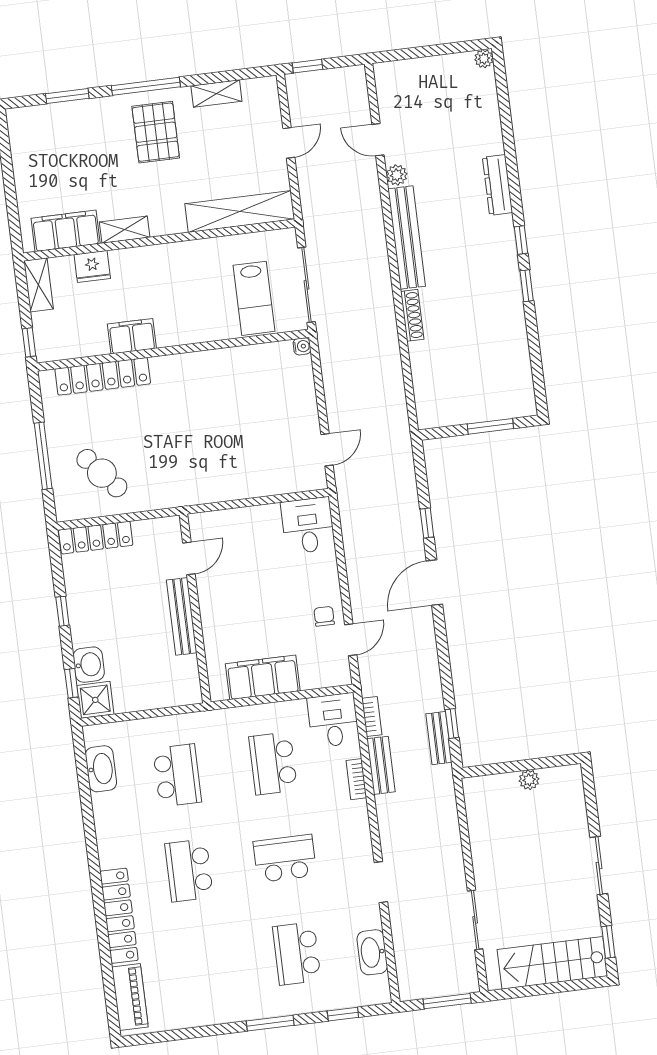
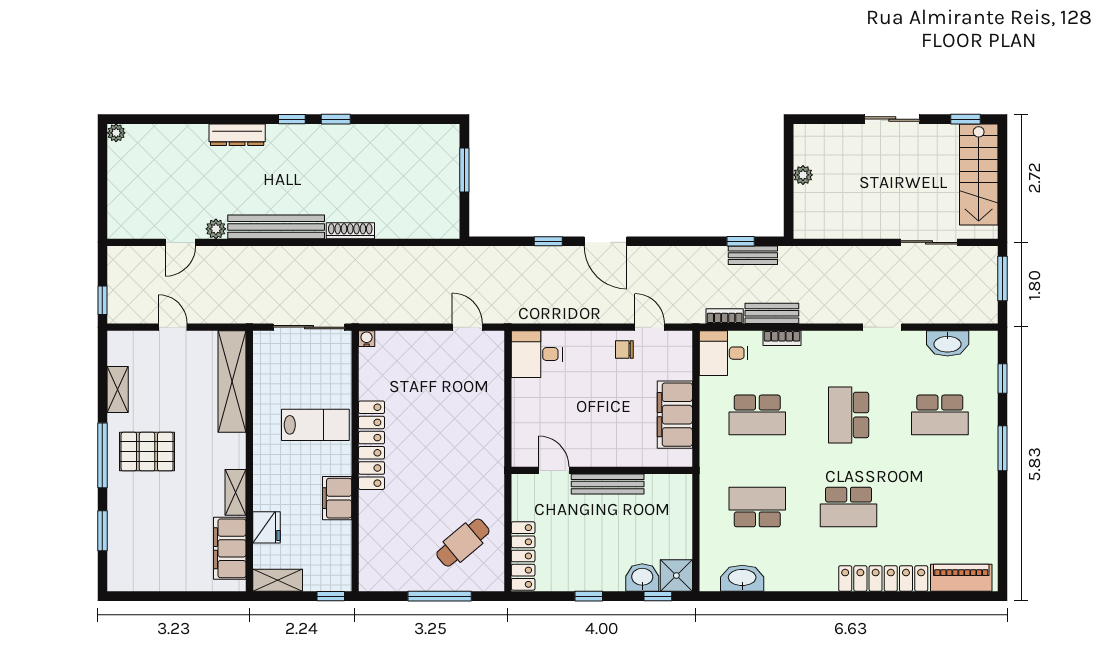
lab bench: (254, 298) -> (315, 425), moved
locker: (103, 376) -> (371, 445), moved

